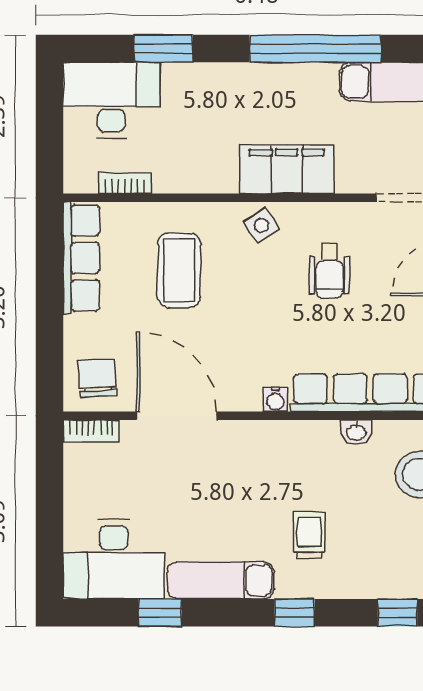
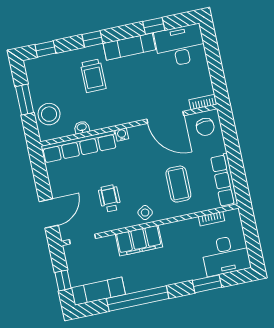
trolley: (309, 535) -> (93, 76), width x1.36, depth x1.39

